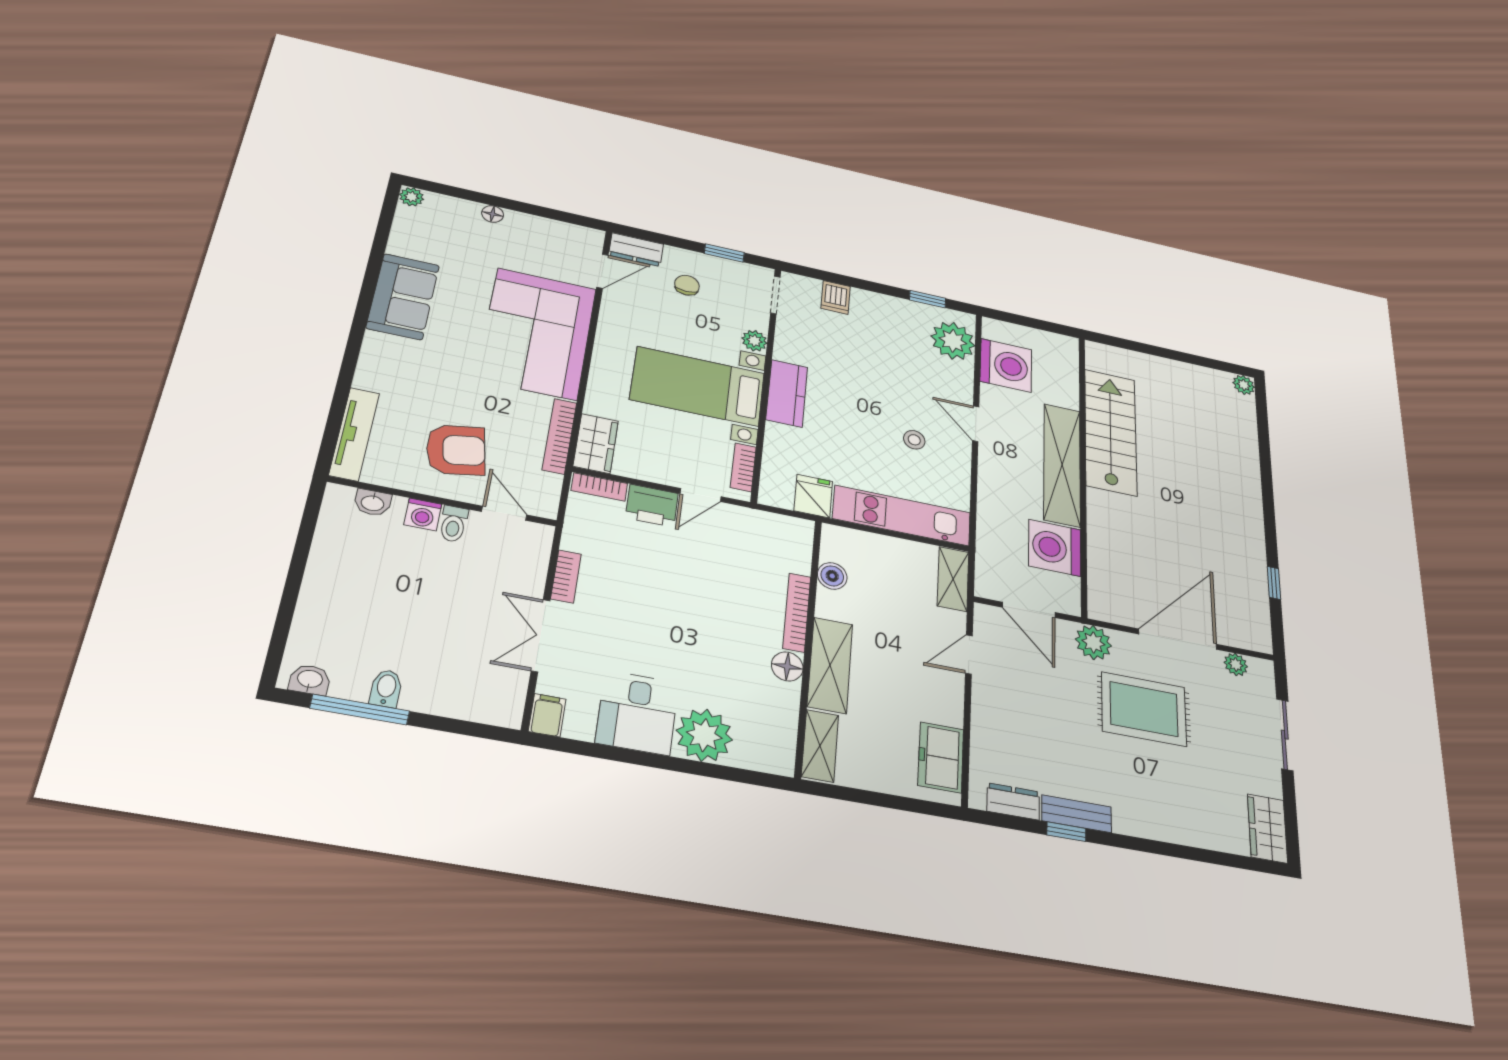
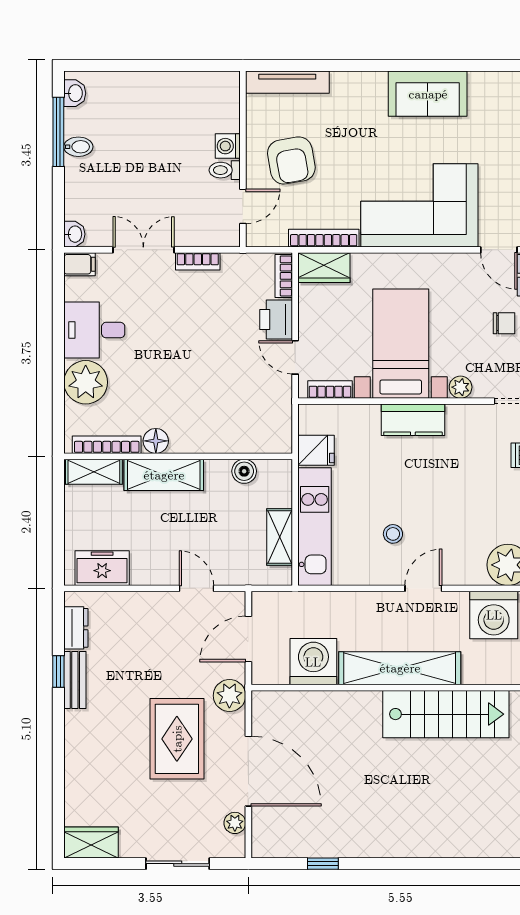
washbasin: (373, 503) -> (74, 234), moved, turned 180
shelving: (953, 579) -> (280, 537), moved, turned 90
bookcase: (797, 612) -> (107, 445), moved

